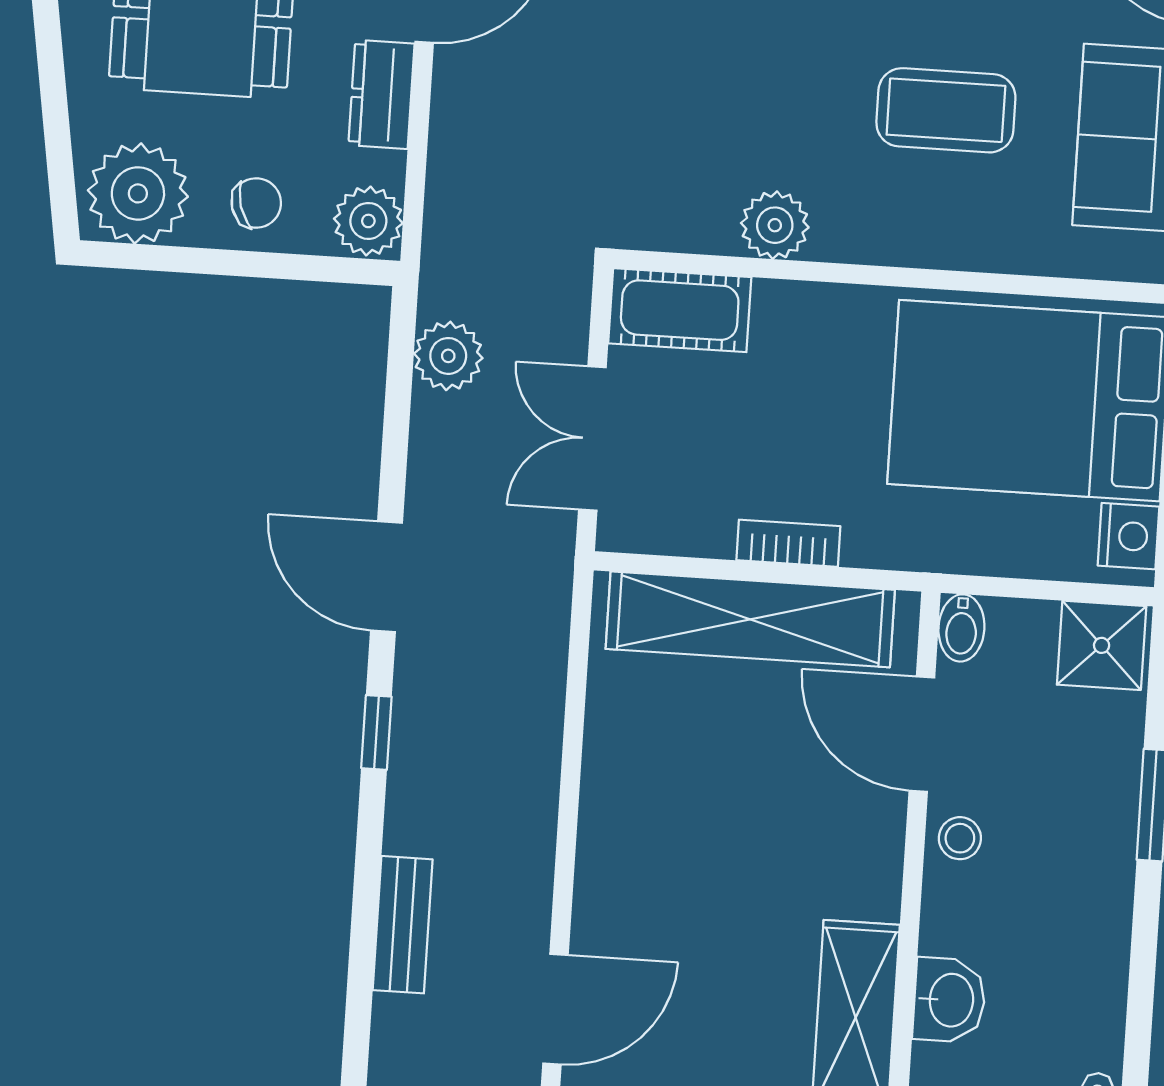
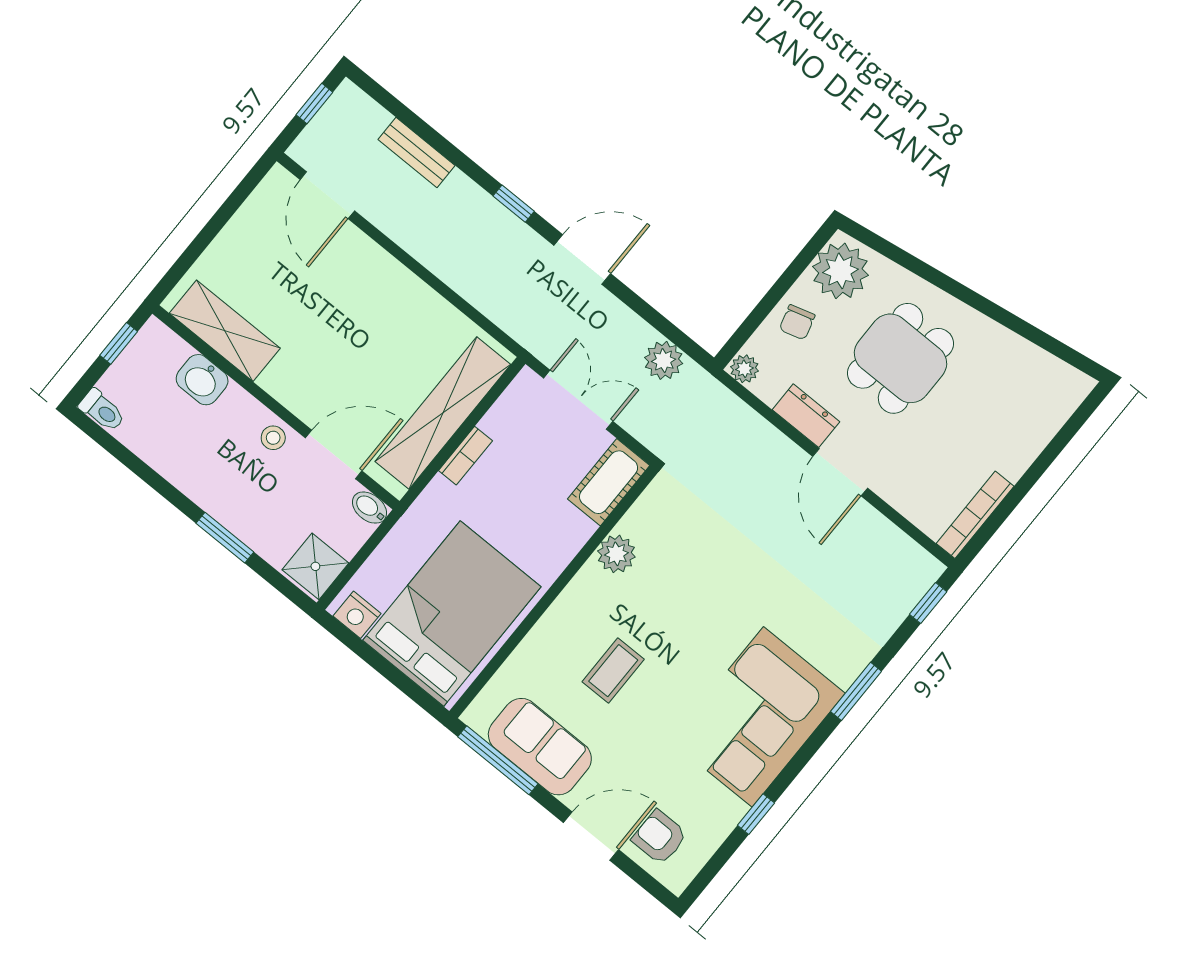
coffee table: (946, 110) -> (613, 671), width x0.73, depth x0.77
plant: (368, 221) -> (744, 369), width x0.73, depth x0.73

